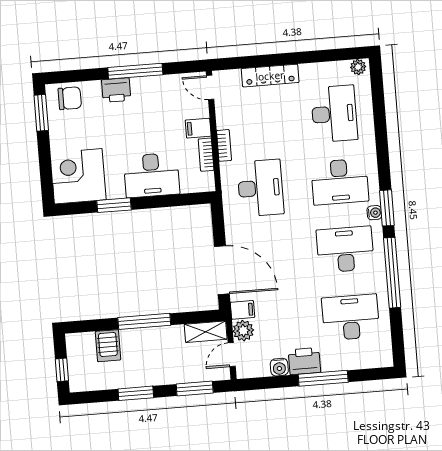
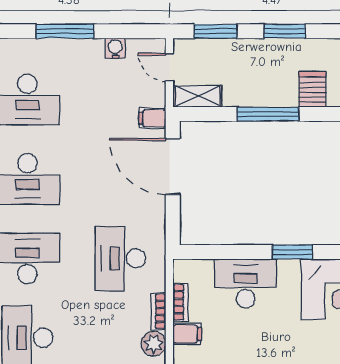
plant: (243, 331) -> (154, 344), moved
door: (232, 355) -> (169, 67), swing flipped
printer: (304, 361) -> (85, 53), removed

